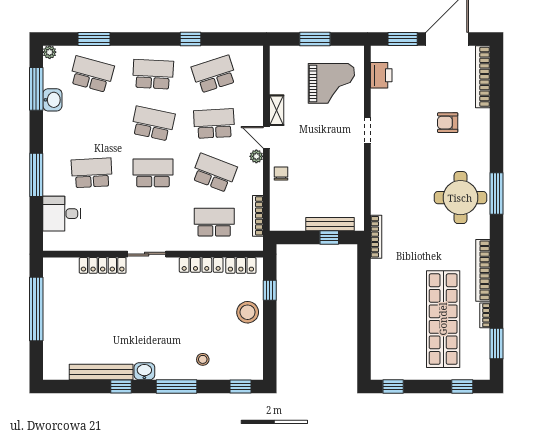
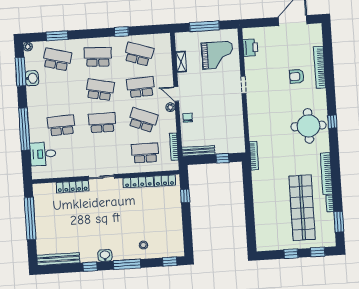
window: (315, 39) -> (204, 26), width x1.44
window: (403, 39) -> (263, 22), removed
school desk: (214, 74) -> (139, 54), turned 36
bookcase: (483, 77) -> (320, 67), moved
shelving: (277, 110) -> (181, 62), moved
window: (36, 175) -> (24, 129), width x1.46
window: (497, 194) -> (332, 122), width x0.46
bench: (330, 224) -> (198, 151), moved
stool: (248, 312) -> (171, 212), removed
bench: (101, 372) -> (58, 259), moved
window: (393, 387) -> (291, 254), moved

